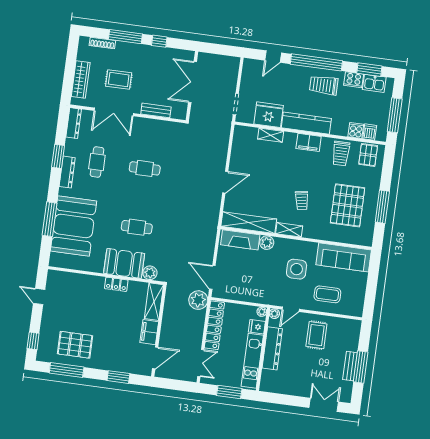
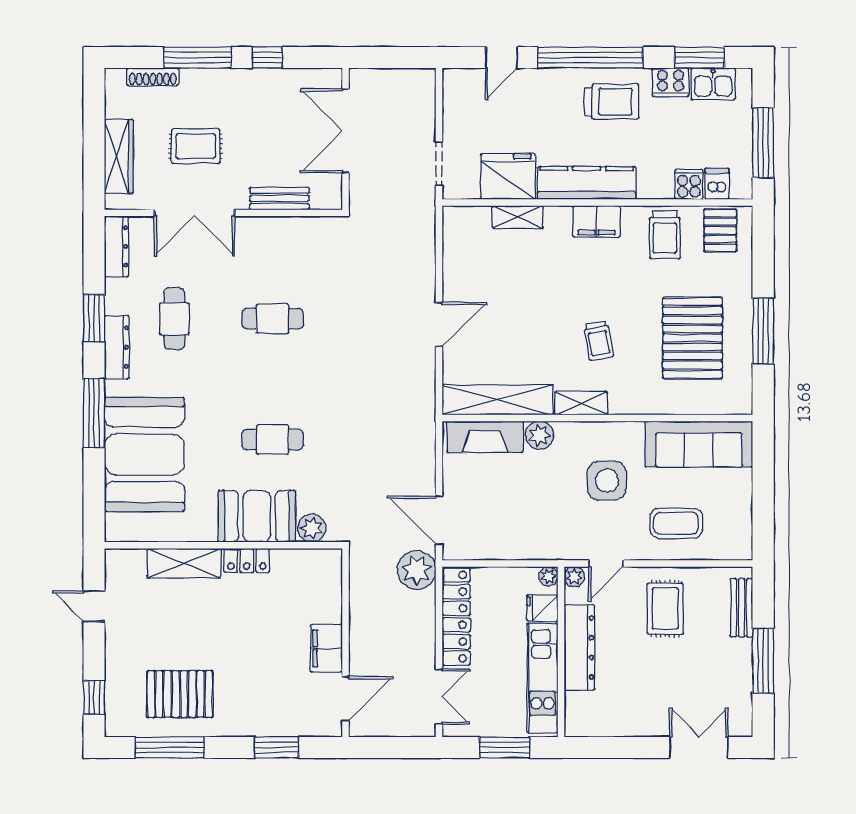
trolley: (324, 85) -> (612, 102), turned 180
window: (50, 219) -> (94, 413), moved
shelving: (154, 302) -> (184, 563), moved, turned 90
bench: (350, 366) -> (742, 608), moved

